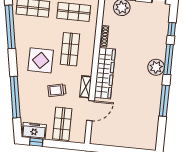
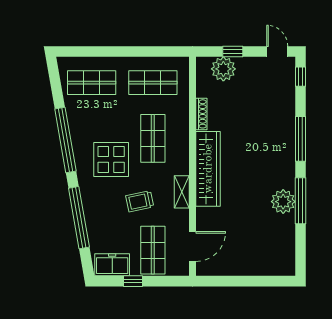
window: (10, 27) -> (65, 140), moved
window: (172, 29) -> (300, 77), moved
plant: (156, 67) -> (283, 202), moved
door: (90, 111) -> (192, 246), moved
window: (36, 142) -> (133, 281), moved

